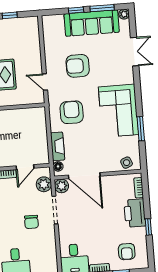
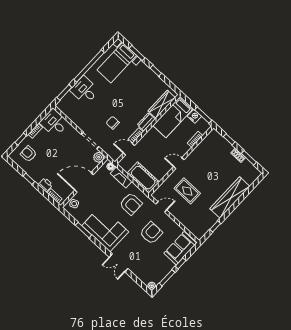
sofa: (92, 23) -> (180, 248), moved, width x0.73
double door: (135, 52) -> (119, 263), moved
cot: (36, 127) -> (143, 178), added
door: (25, 167) -> (129, 149), hinge flipped
door: (84, 176) -> (84, 182), moved
plant: (44, 184) -> (109, 149), removed
printer: (135, 213) -> (46, 185), width x0.53, depth x0.68
chair: (31, 222) -> (113, 123), moved

